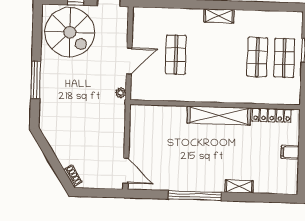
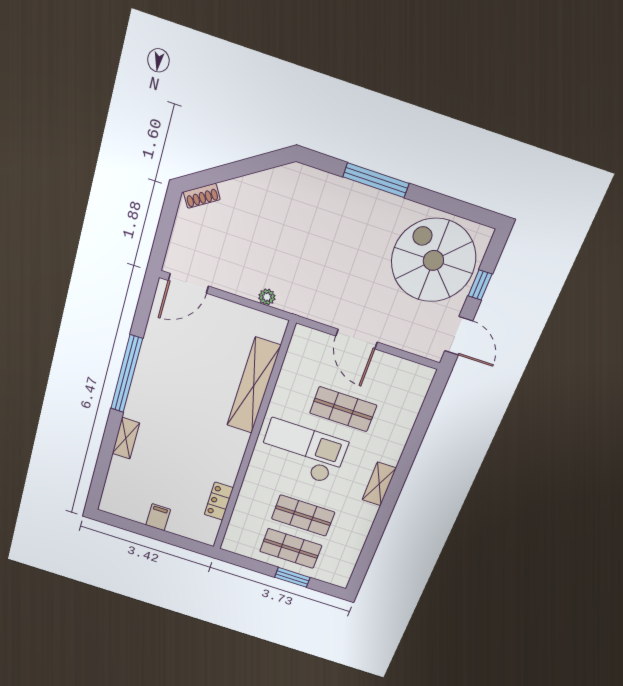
spiral stairs: (70, 32) -> (433, 260), turned 90
checkout: (212, 71) -> (303, 452), added
plant: (121, 93) -> (267, 297), moved
locker: (272, 115) -> (219, 501), width x0.66
shelving: (219, 116) -> (254, 386), moved

